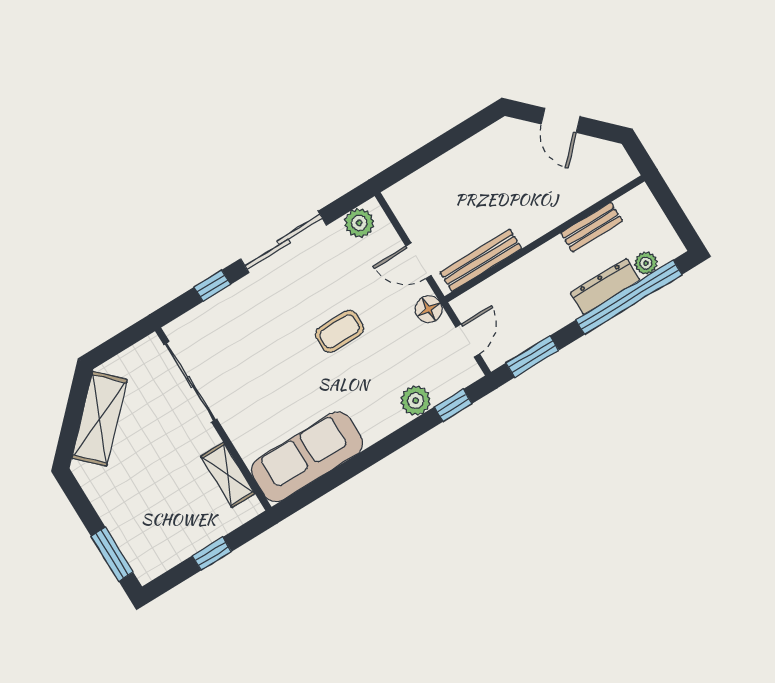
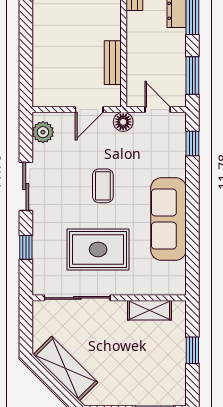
sliding door: (284, 242) -> (26, 186), width x0.73
bench: (481, 260) -> (113, 63), width x0.73
rug: (262, 371) -> (98, 249), added
plant: (416, 401) -> (175, 165), removed
sofa: (307, 457) -> (168, 219), moved

